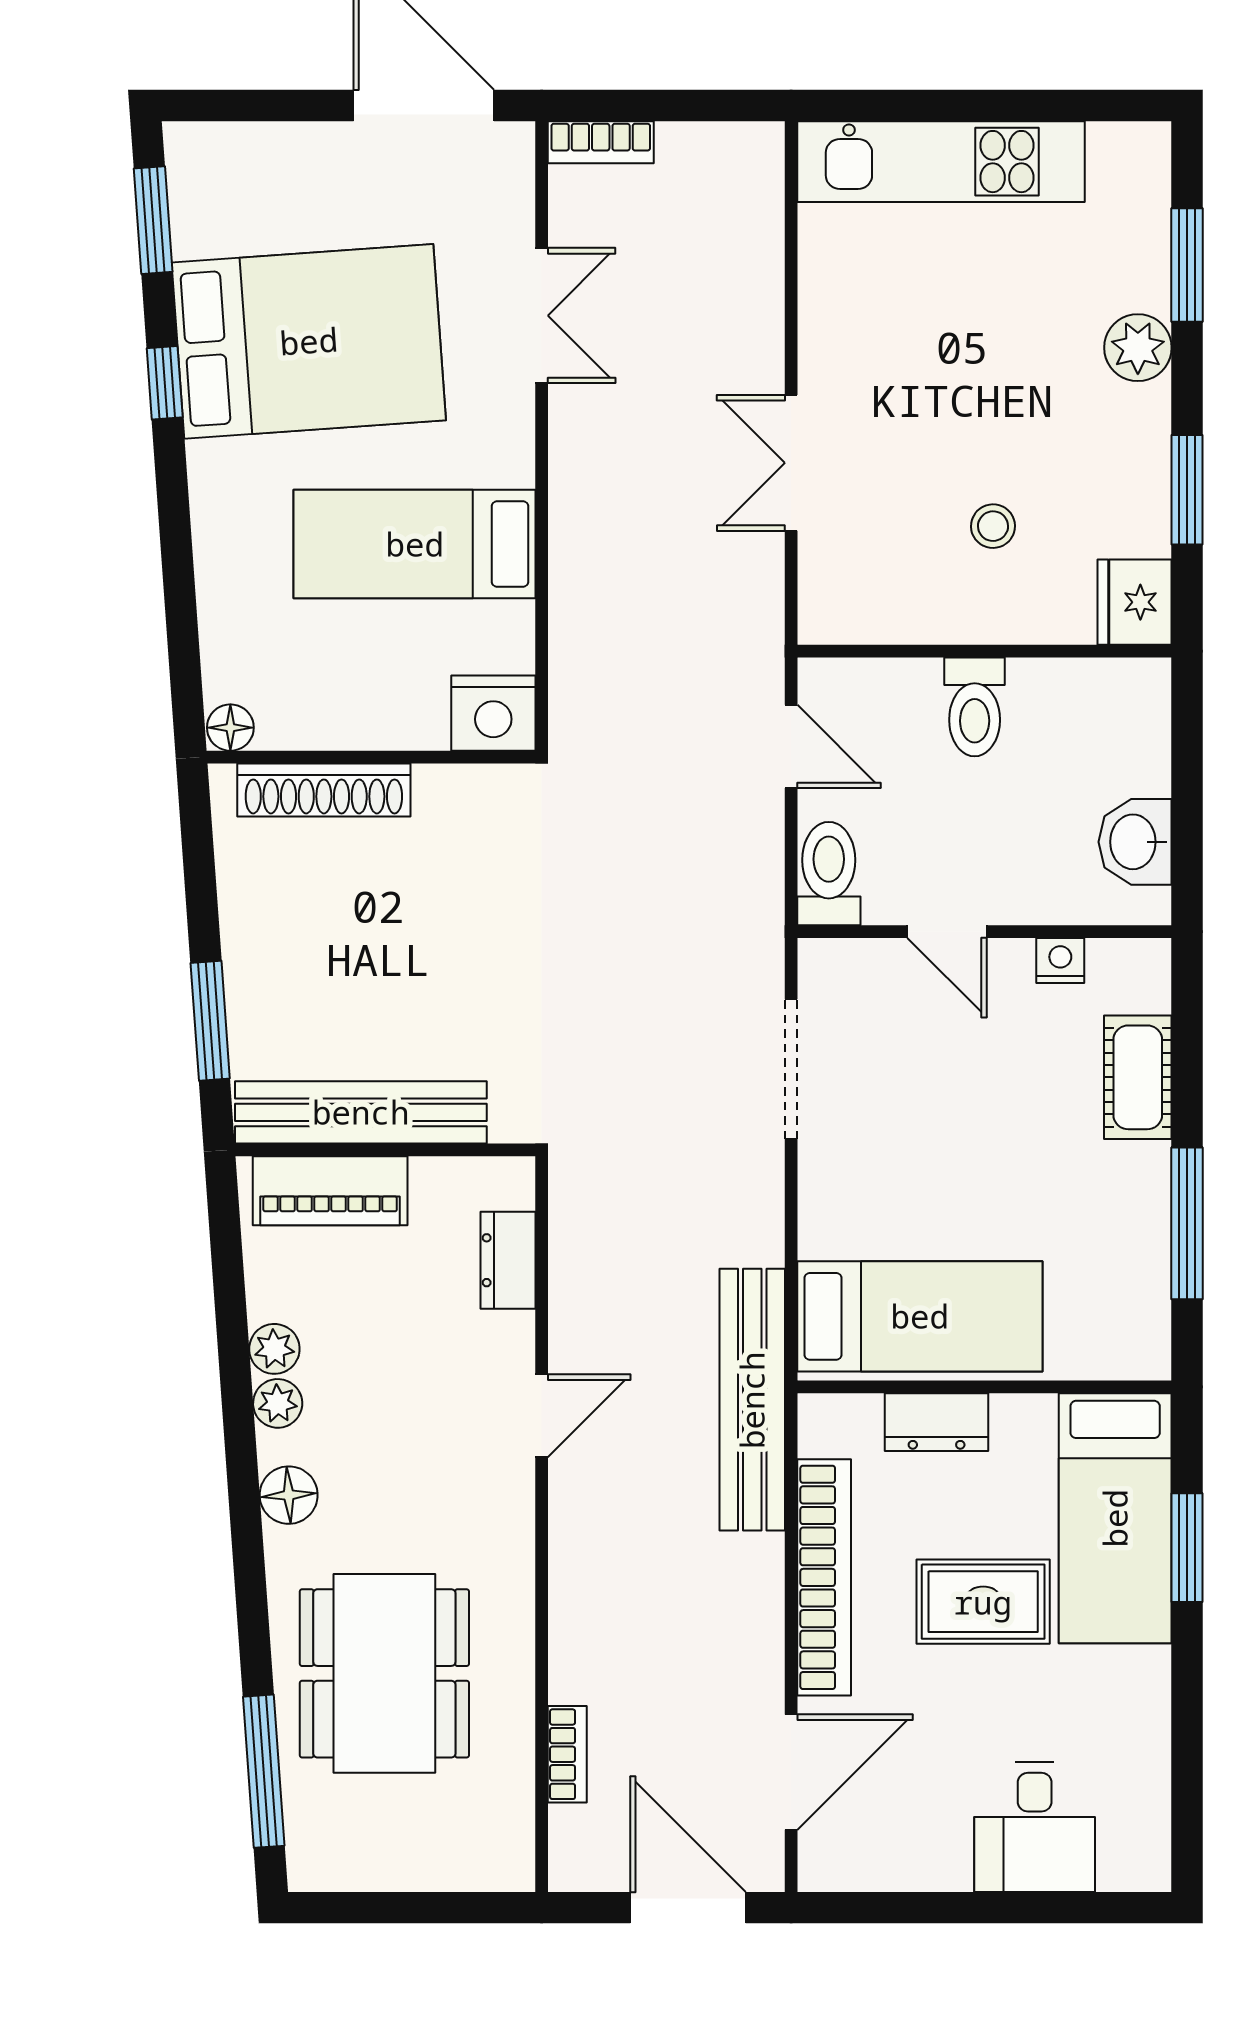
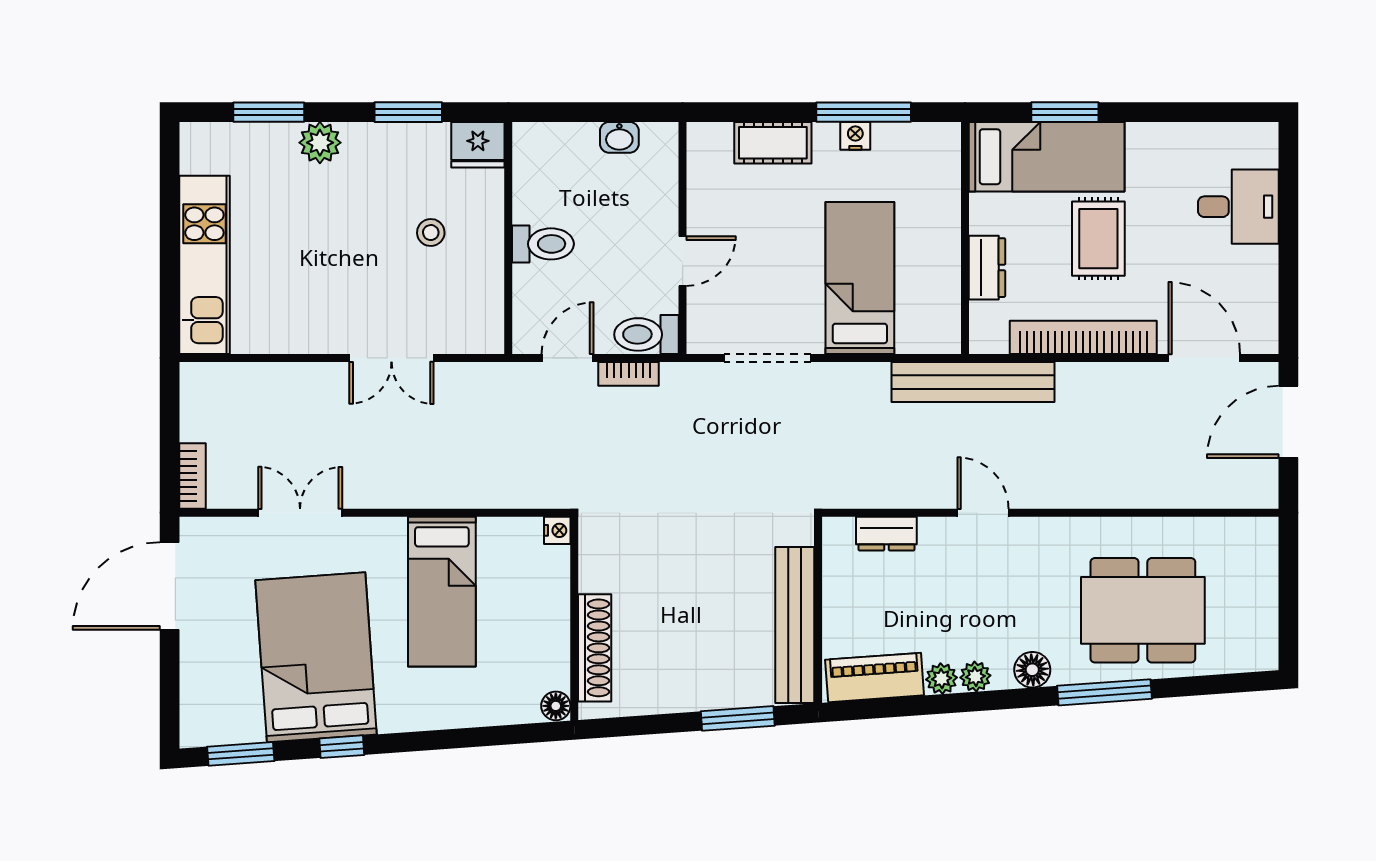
nightstand: (493, 713) -> (557, 530), width x0.53, depth x0.56
washbasin: (1135, 842) -> (619, 137), width x0.72, depth x0.69
nightstand: (1060, 961) -> (855, 136), moved, turned 90
piano: (330, 1191) -> (875, 677), moved, turned -94
bed: (920, 1316) -> (860, 278), moved
bookcase: (567, 1754) -> (629, 374), moved, turned 180
window: (264, 1771) -> (1105, 692), moved

